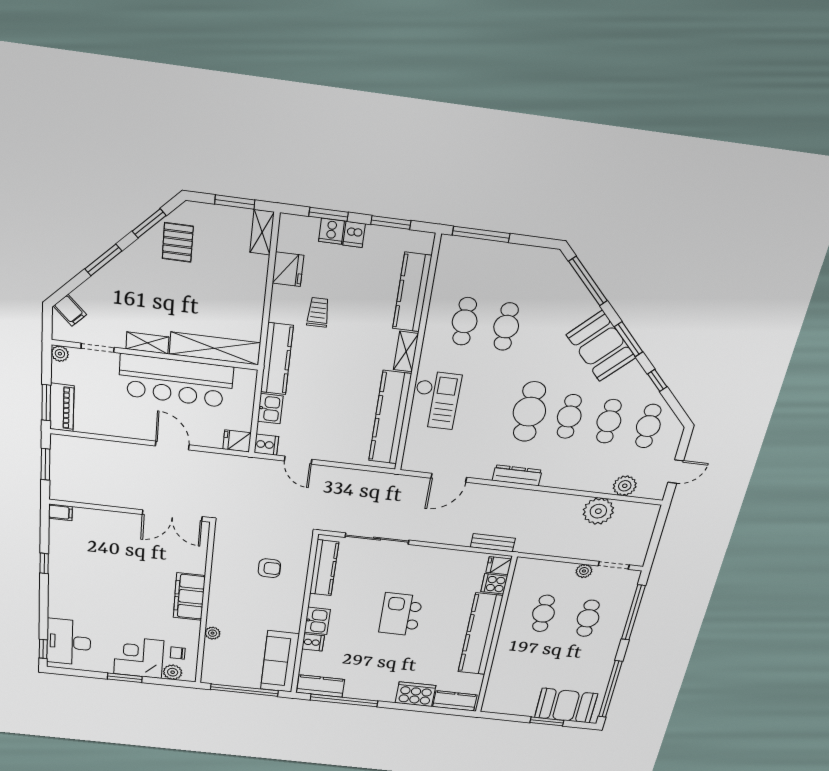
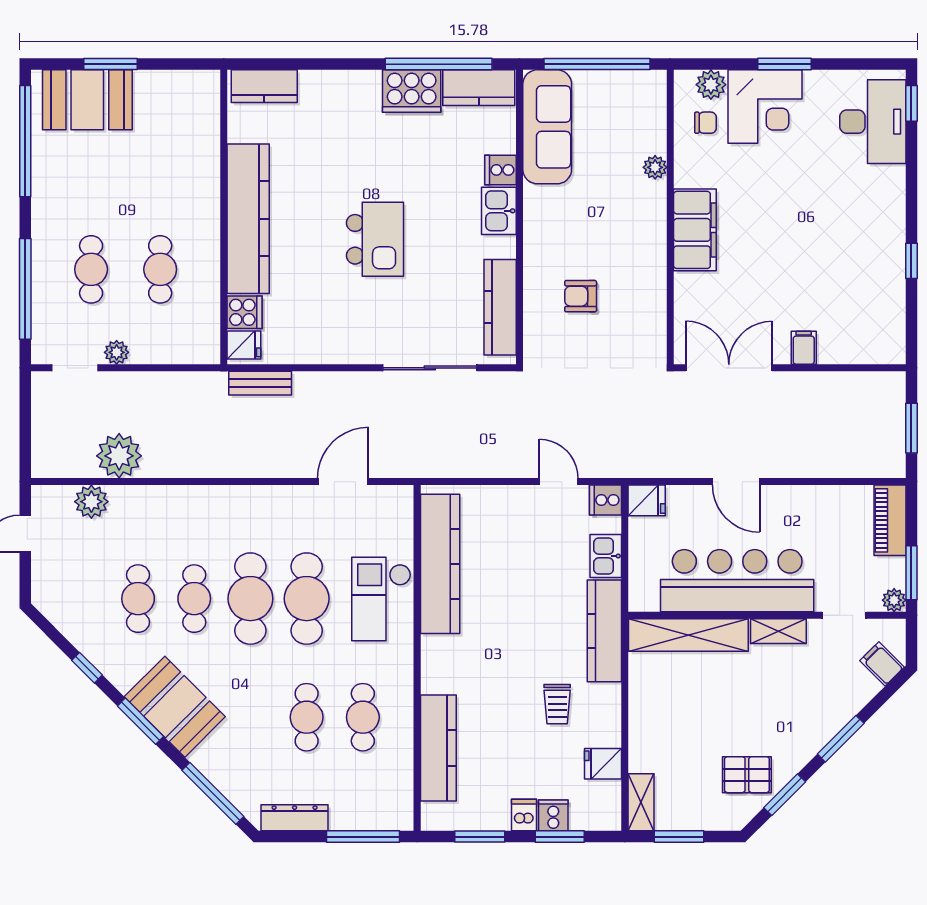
pallet: (178, 242) -> (747, 775), turned 90
fridge: (288, 269) -> (603, 764), width x0.72
shelving: (406, 352) -> (433, 664), removed
window: (46, 403) -> (911, 573), moved
cafe table: (648, 426) -> (307, 599), moved, width x1.37, depth x1.35
dresser: (517, 475) -> (295, 818), moved, turned 180
filing cabinet: (60, 512) -> (804, 348), moved, turned 90
cooker: (415, 694) -> (412, 91), moved

